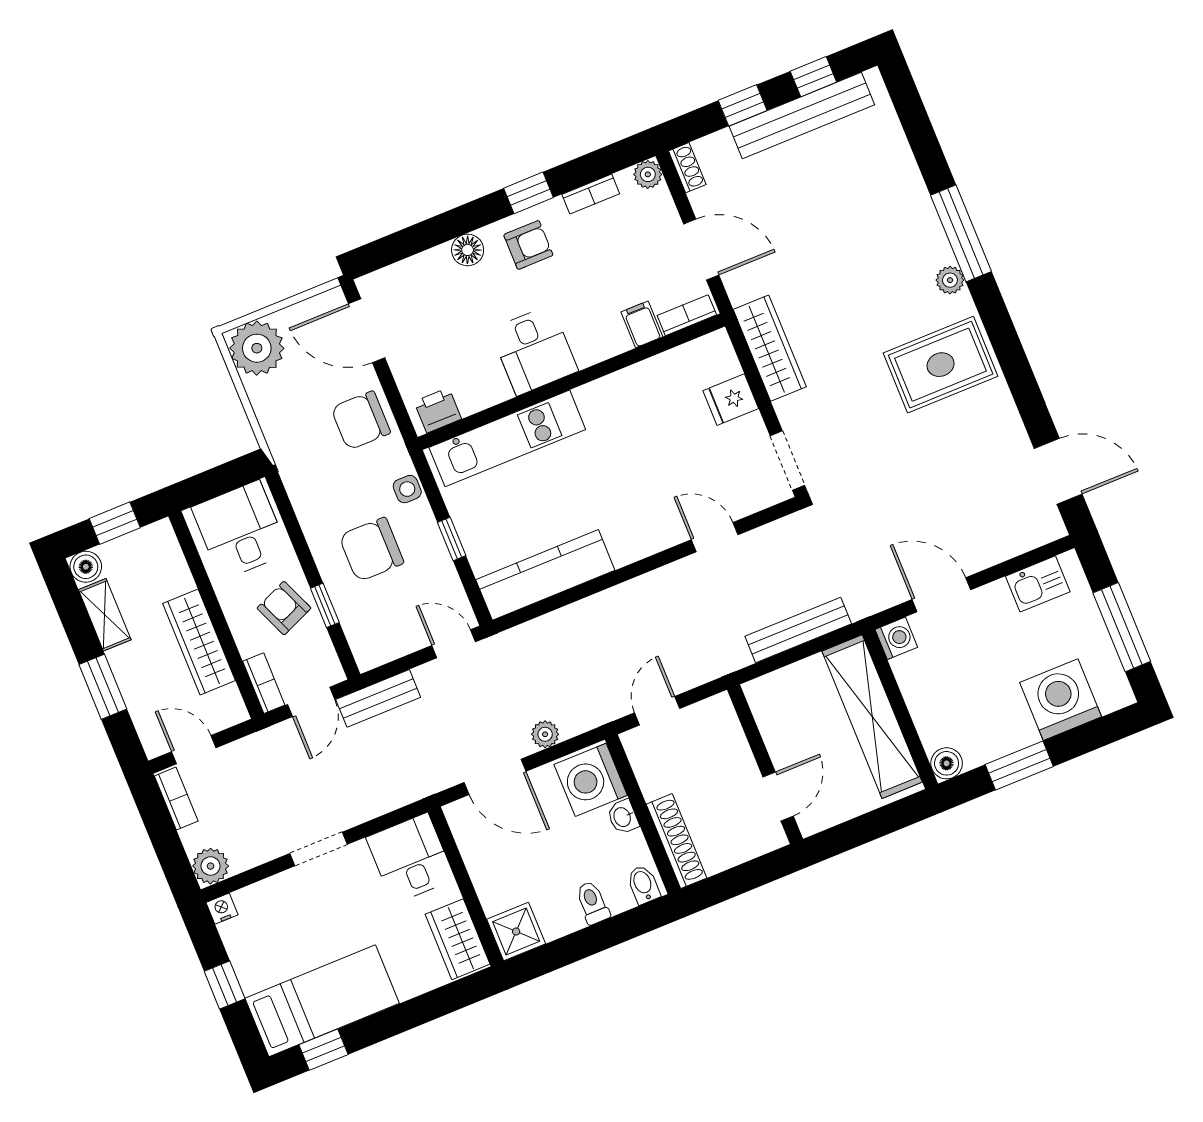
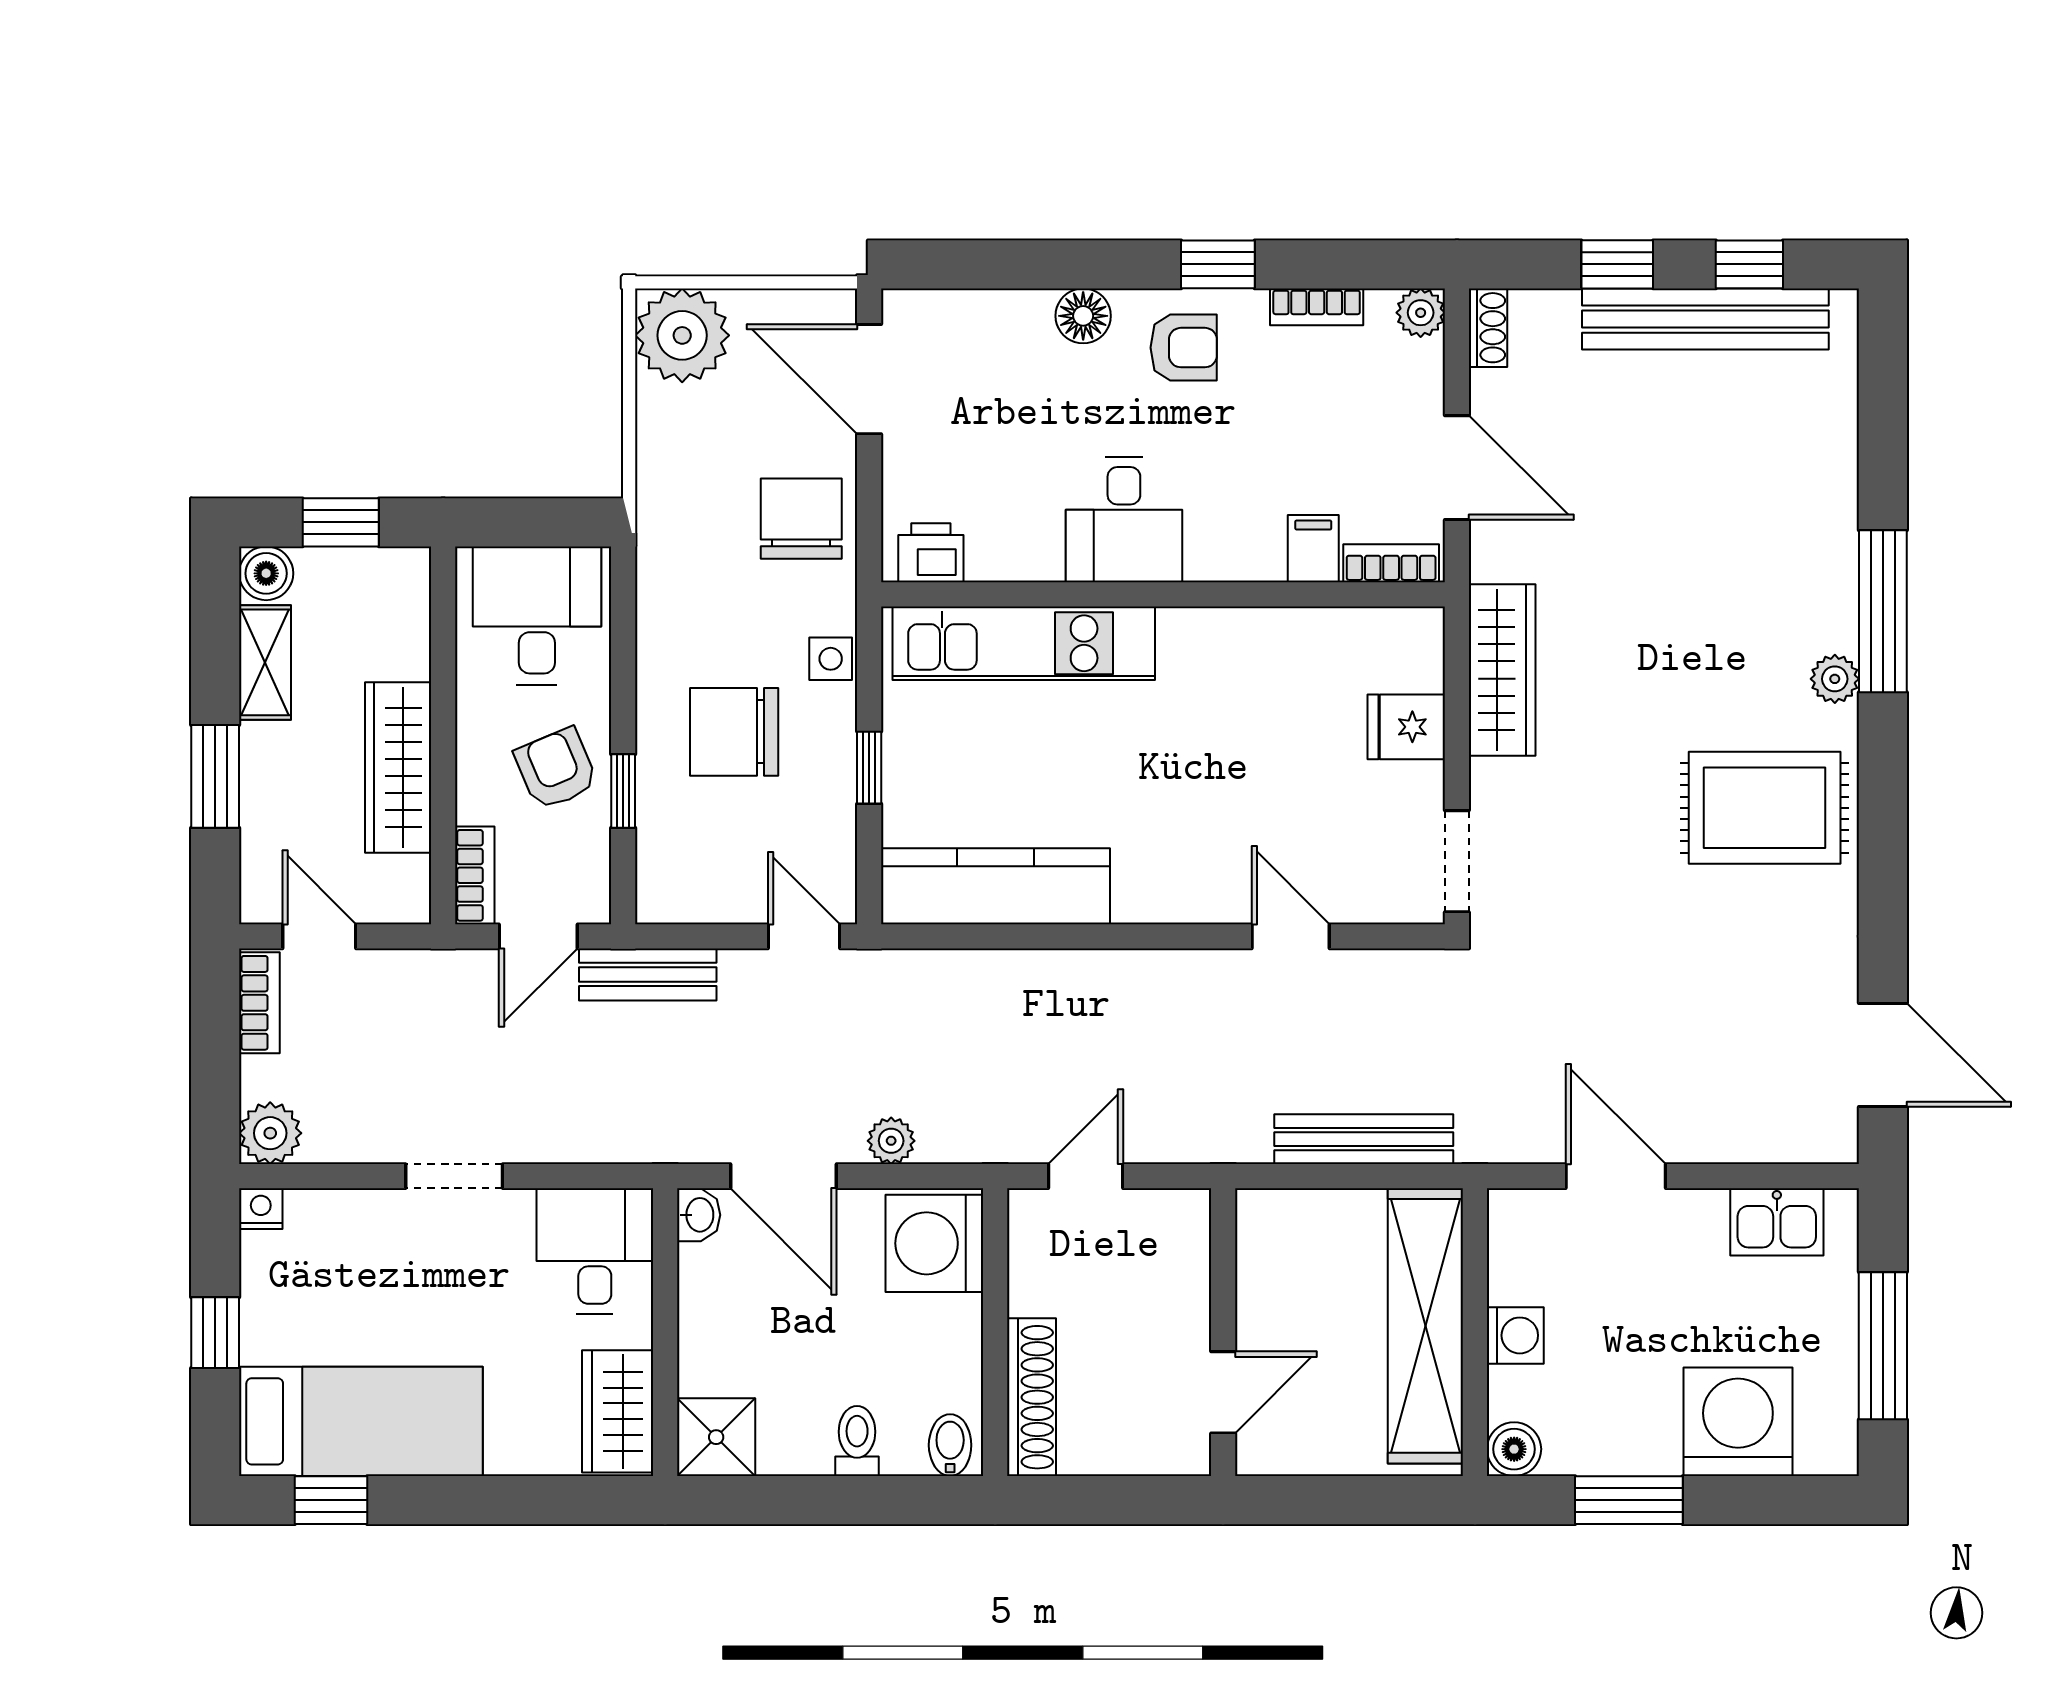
chair: (361, 420) -> (801, 519), turned 90
washing machine: (896, 638) -> (1515, 1335), moved
washbasin: (623, 817) -> (699, 1215), moved, turned 180

